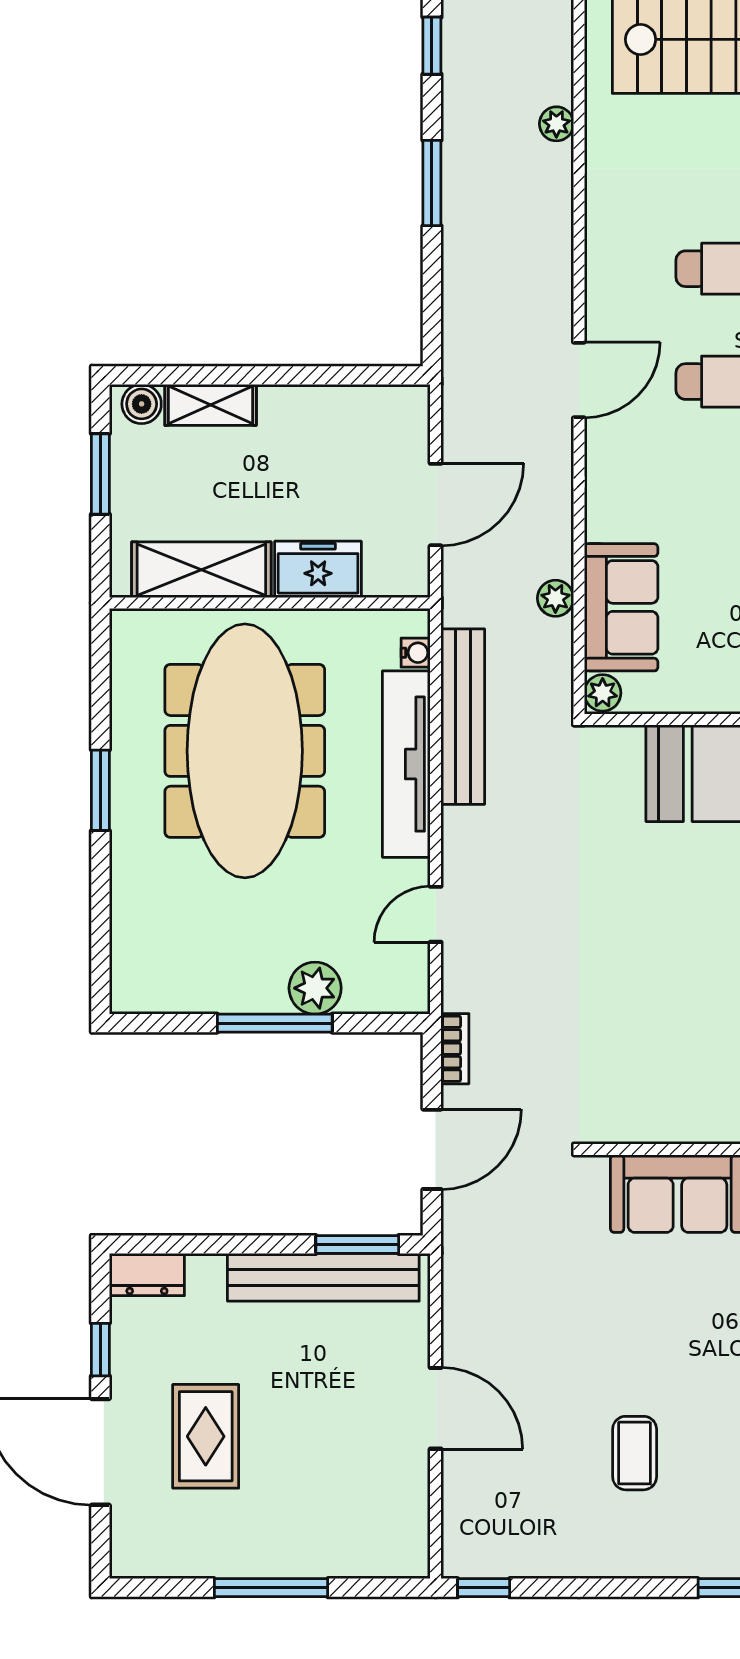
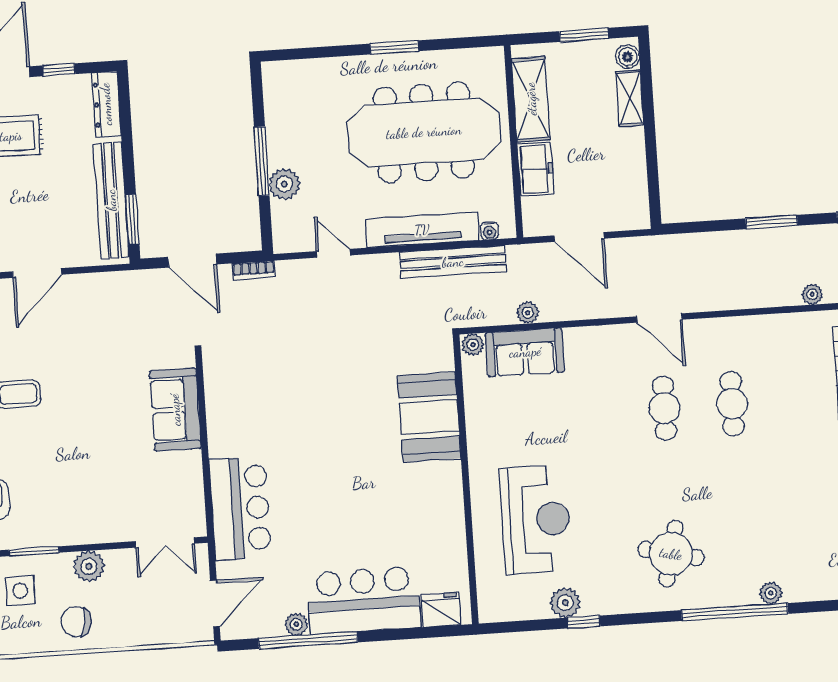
dresser: (147, 1275) -> (106, 104), width x1.44

